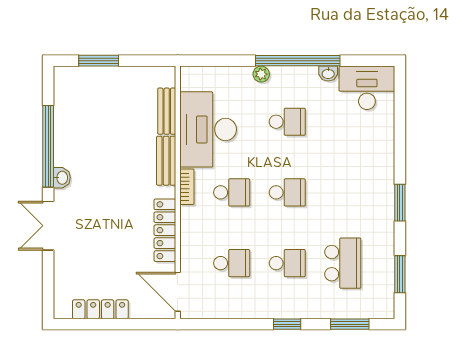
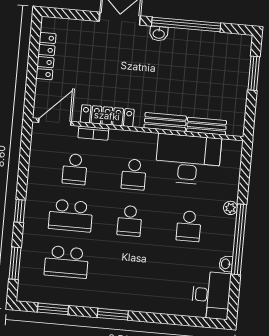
bookcase: (187, 187) -> (93, 133), moved
school desk: (287, 263) -> (71, 216), width x1.85

